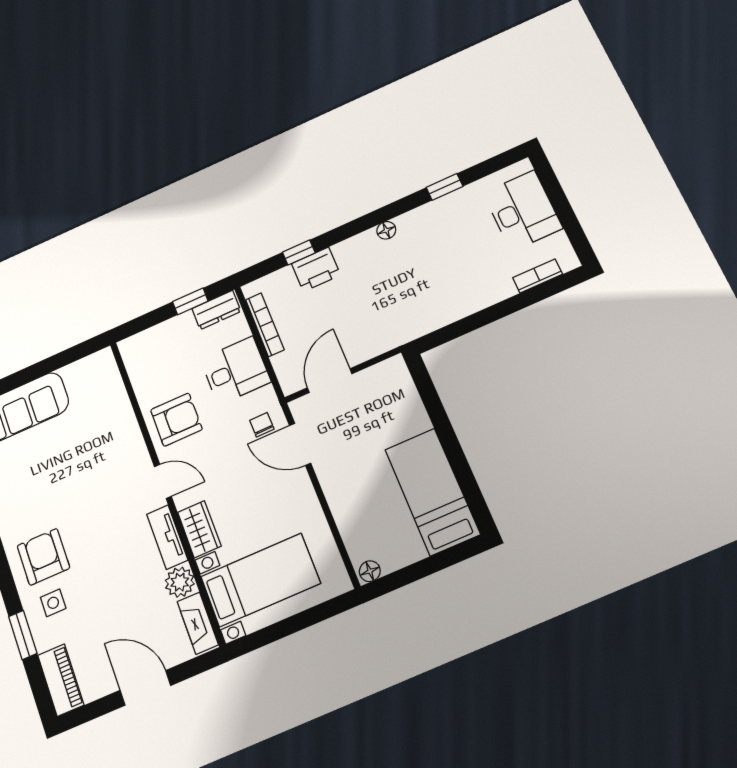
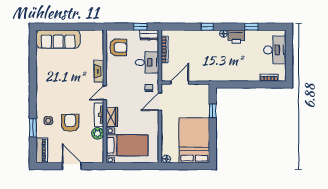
window: (299, 252) -> (207, 27), moved
printer: (316, 269) -> (236, 37), moved
window: (435, 409) -> (213, 111), added
armchair: (176, 420) -> (118, 47), moved
door: (300, 444) -> (160, 102), hinge flipped
door: (163, 481) -> (105, 93), swing flipped
bed: (432, 492) -> (194, 140), width x1.50
armchair: (43, 557) -> (70, 123), moved
fireplace: (198, 623) -> (99, 71), moved

